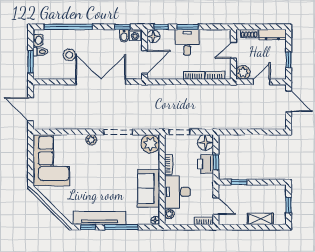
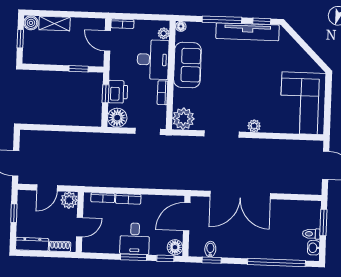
washing machine: (135, 35) -> (197, 250), removed
stool: (69, 55) -> (277, 229), removed
boiler: (280, 219) -> (31, 23), added

